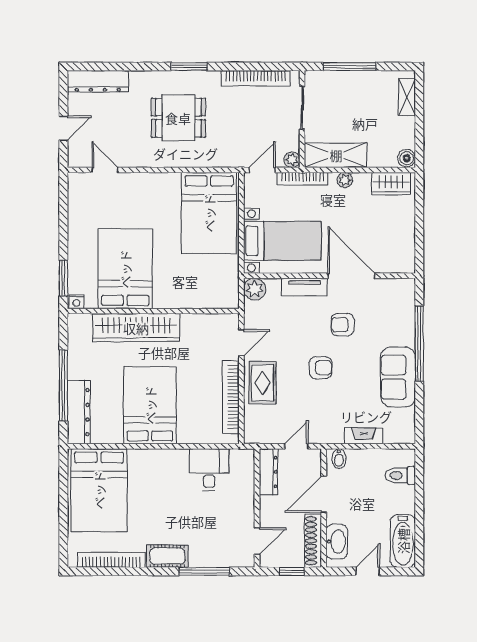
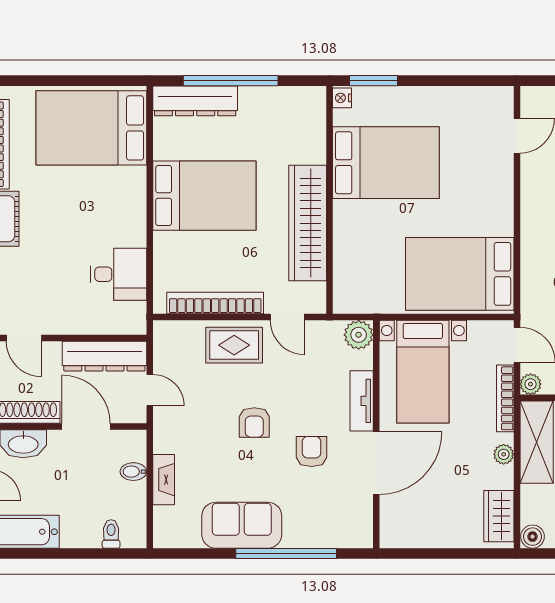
wardrobe: (136, 328) -> (308, 223), moved
bidet: (339, 459) -> (133, 472), moved
dresser: (268, 472) -> (104, 356), width x1.37, depth x1.24
toilet: (400, 475) -> (111, 534), width x0.73, depth x0.72

